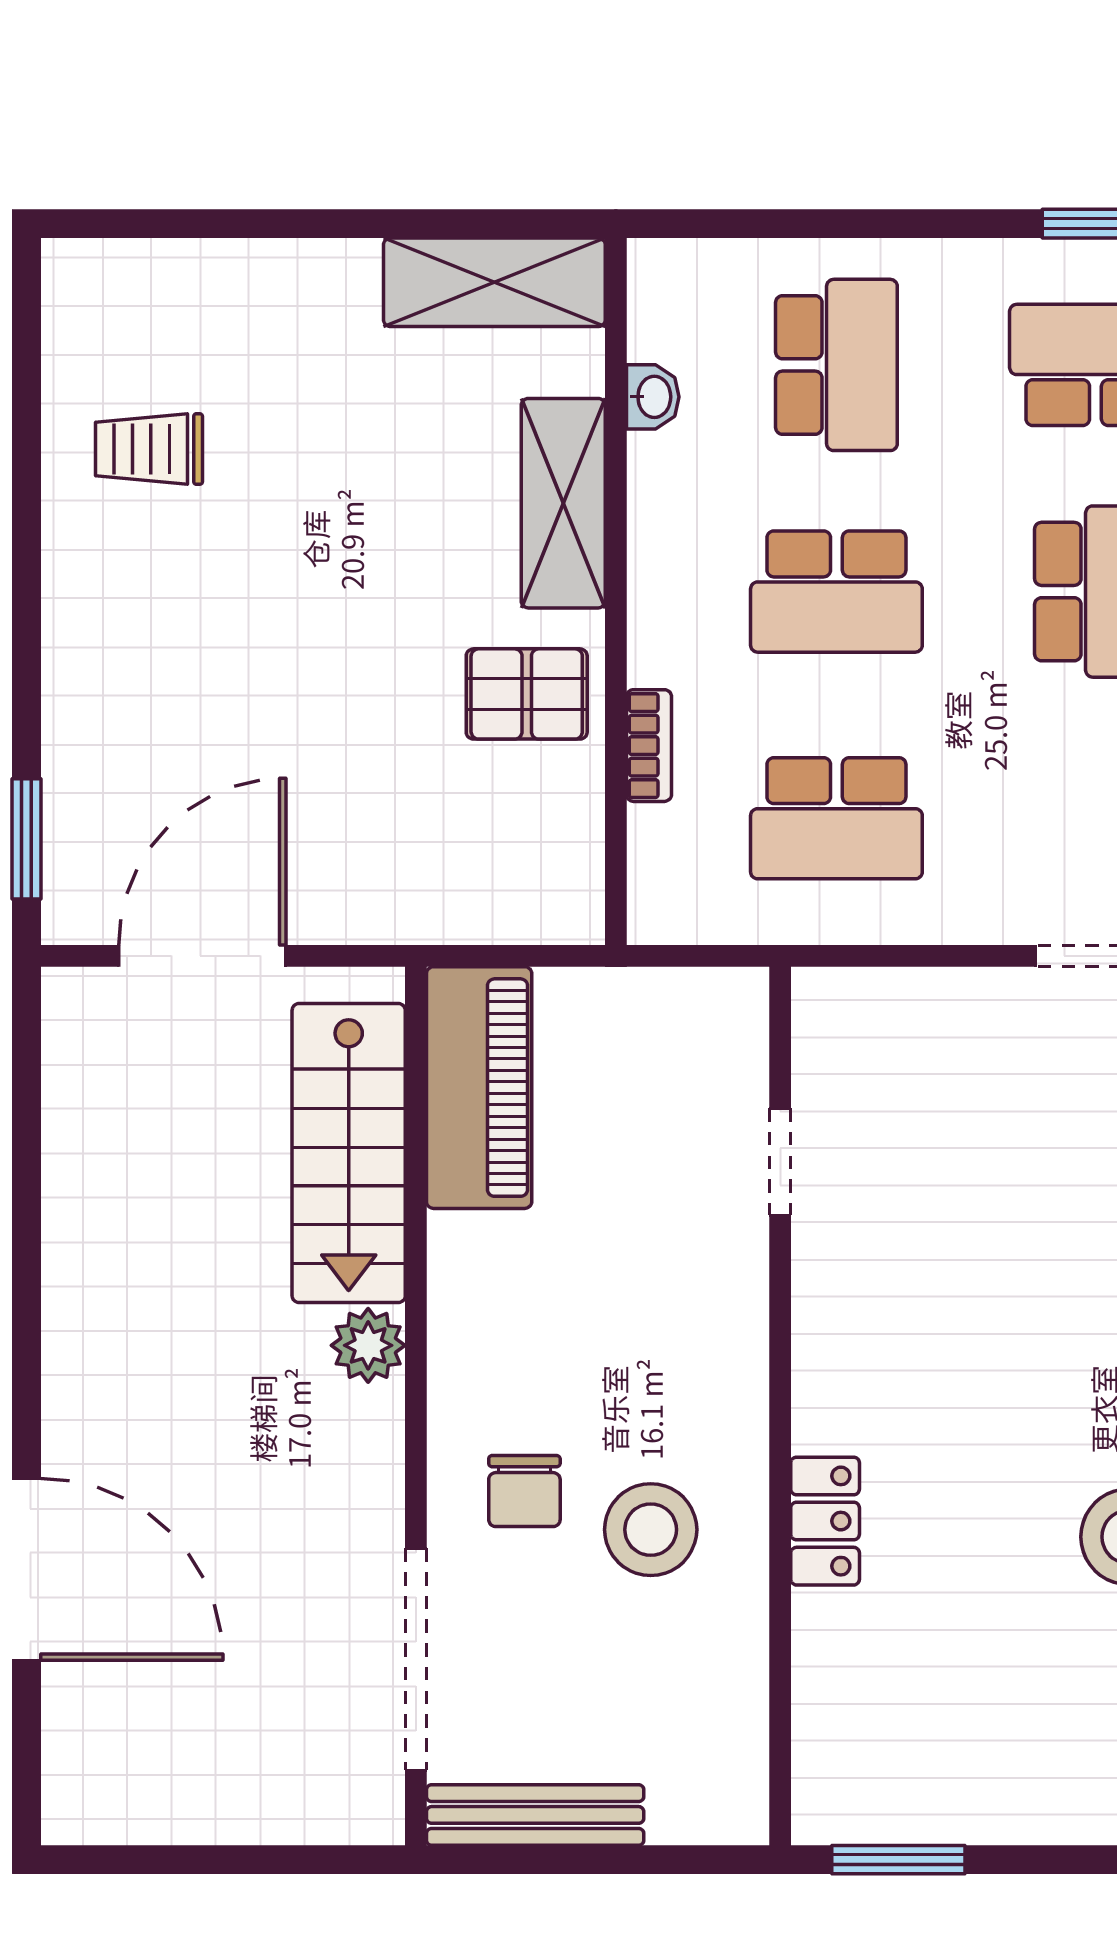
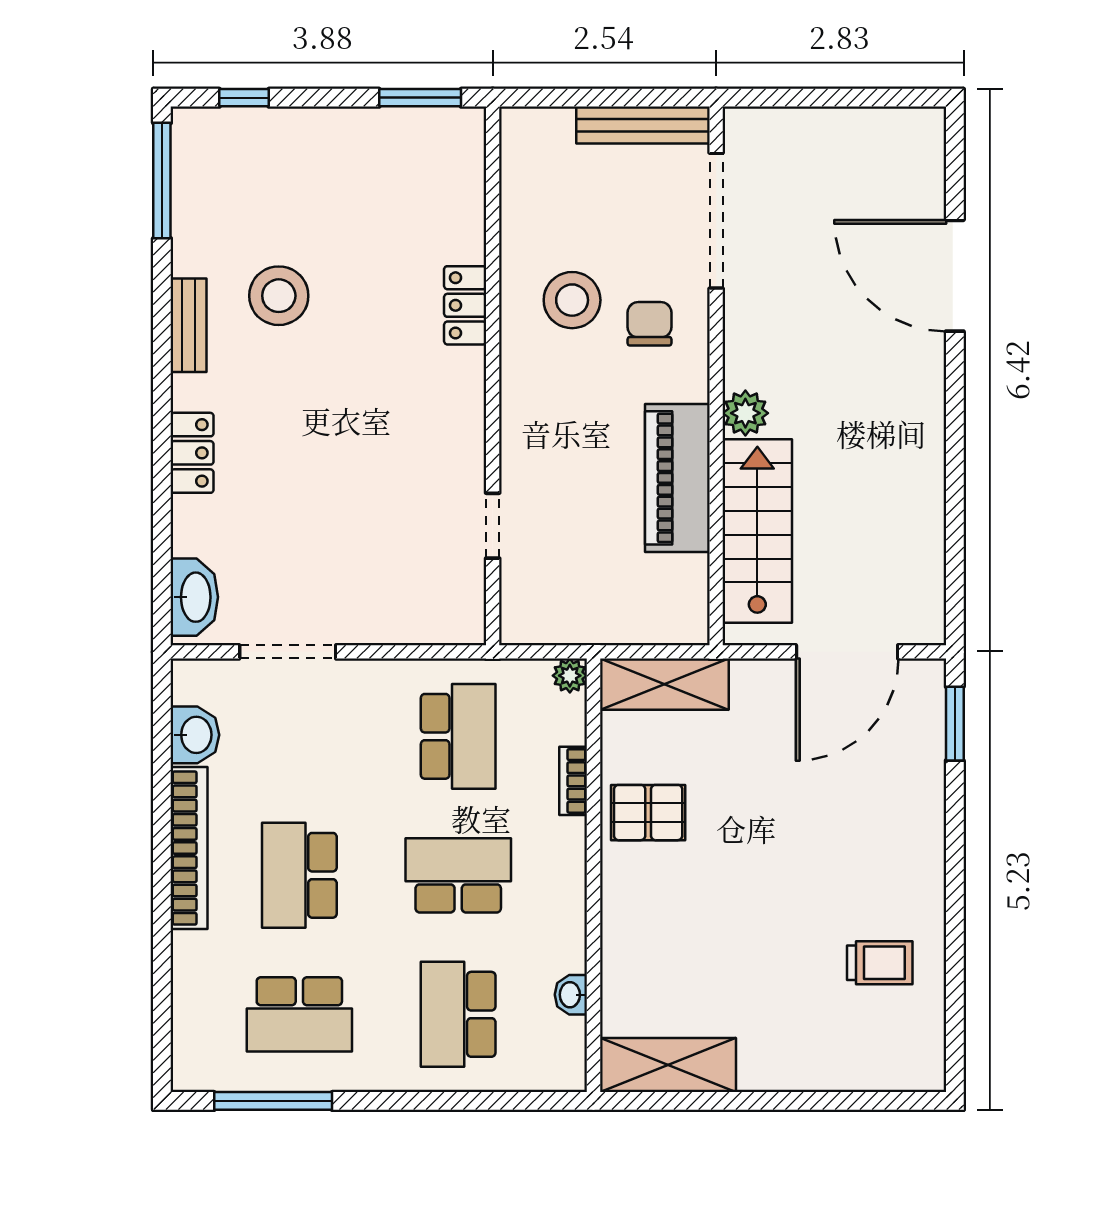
shelving: (563, 503) -> (664, 684), moved, turned 90
school desk: (836, 818) -> (458, 736), turned 90
plant: (654, 917) -> (570, 676), added
piano: (479, 1088) -> (677, 478), moved

